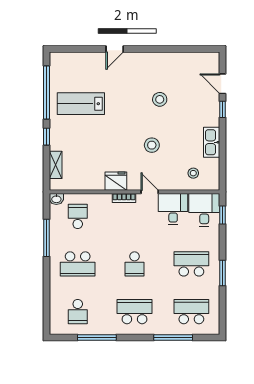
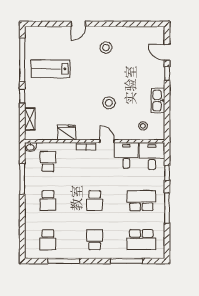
stool: (160, 99) -> (106, 48), moved
fridge: (116, 181) -> (67, 133), moved
window: (222, 215) -> (167, 173), moved
school desk: (78, 264) -> (48, 201), width x0.54
window: (222, 273) -> (167, 208), width x1.44
school desk: (135, 312) -> (95, 240), width x0.54
school desk: (191, 312) -> (141, 240), turned 180

